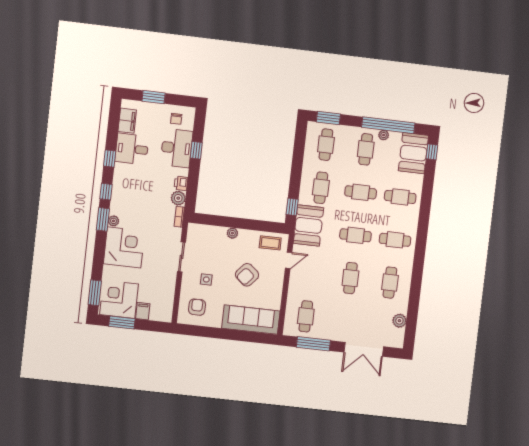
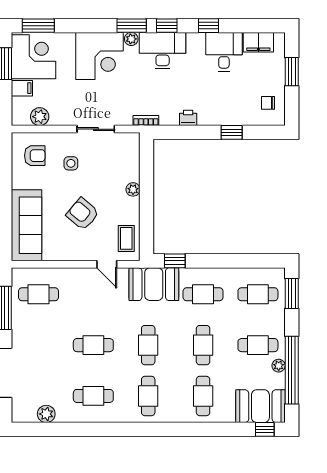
desk: (177, 148) -> (163, 50), moved, turned 180
plant: (178, 198) -> (40, 117), moved

